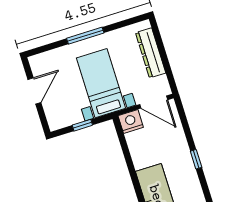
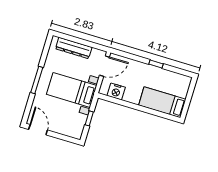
door: (34, 91) -> (38, 130), moved
nightstand: (131, 121) -> (116, 91), moved, turned -90

